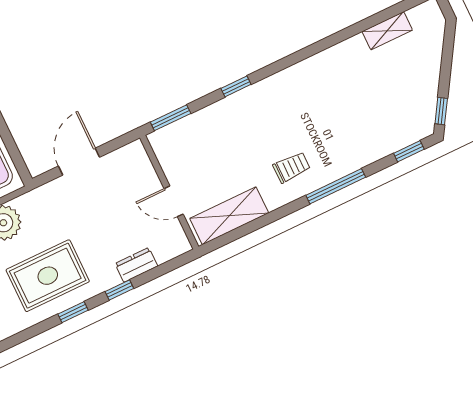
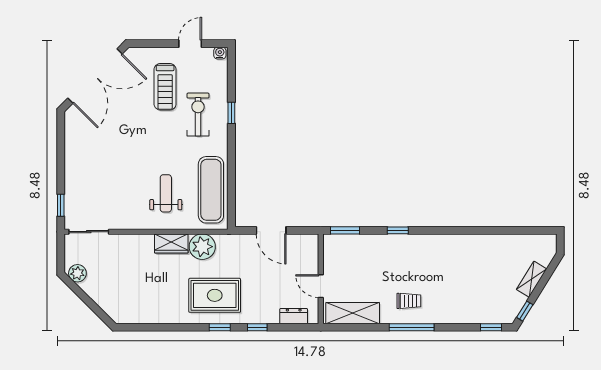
shelving: (387, 31) -> (532, 279), moved, turned -58
door: (79, 162) -> (271, 230), swing flipped
window: (336, 186) -> (412, 327), moved
dresser: (136, 265) -> (294, 316), moved

